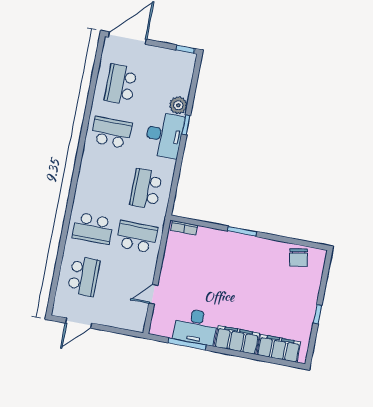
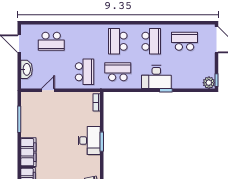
plant: (178, 105) -> (209, 83), moved
school desk: (93, 228) -> (118, 41), moved
door: (153, 294) -> (48, 90), hinge flipped
washbasin: (117, 320) -> (26, 69), added
desk: (196, 327) -> (89, 141), moved, turned 180

